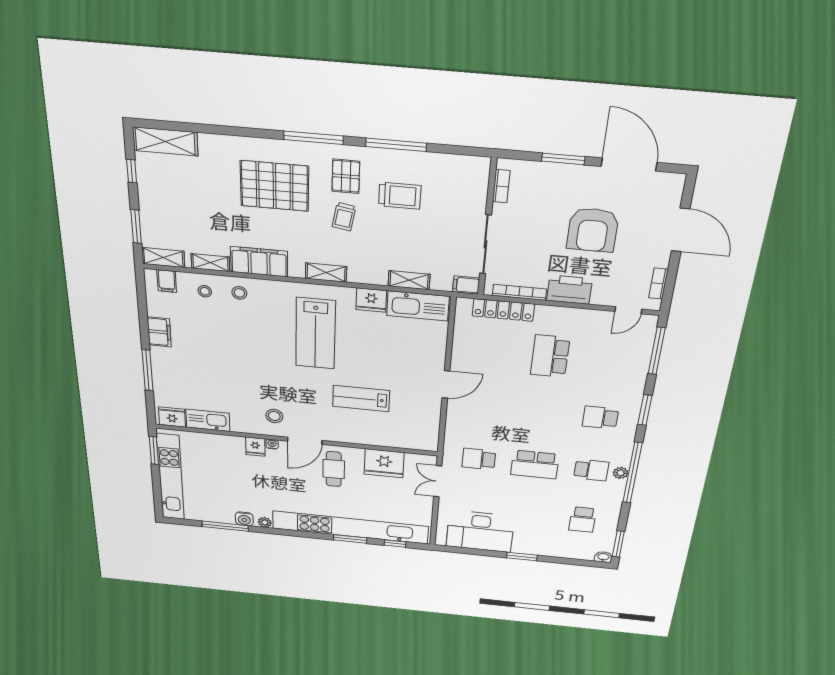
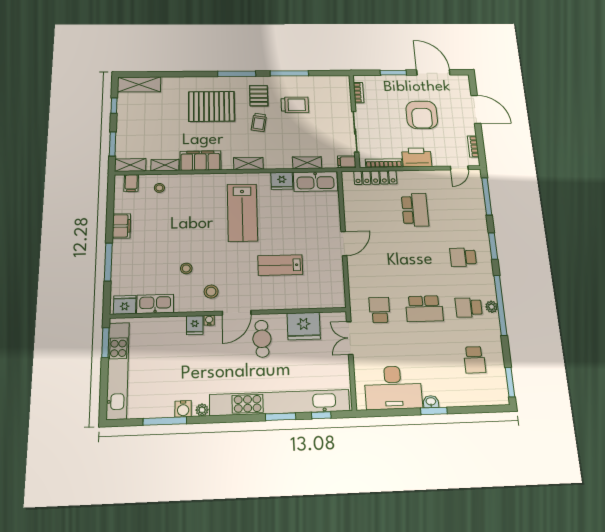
stool: (239, 293) -> (186, 268), moved
school desk: (550, 356) -> (415, 210), turned 180
school desk: (479, 459) -> (379, 310), turned 90
school desk: (591, 470) -> (469, 307), turned 180
washbasin: (603, 557) -> (431, 402), moved

